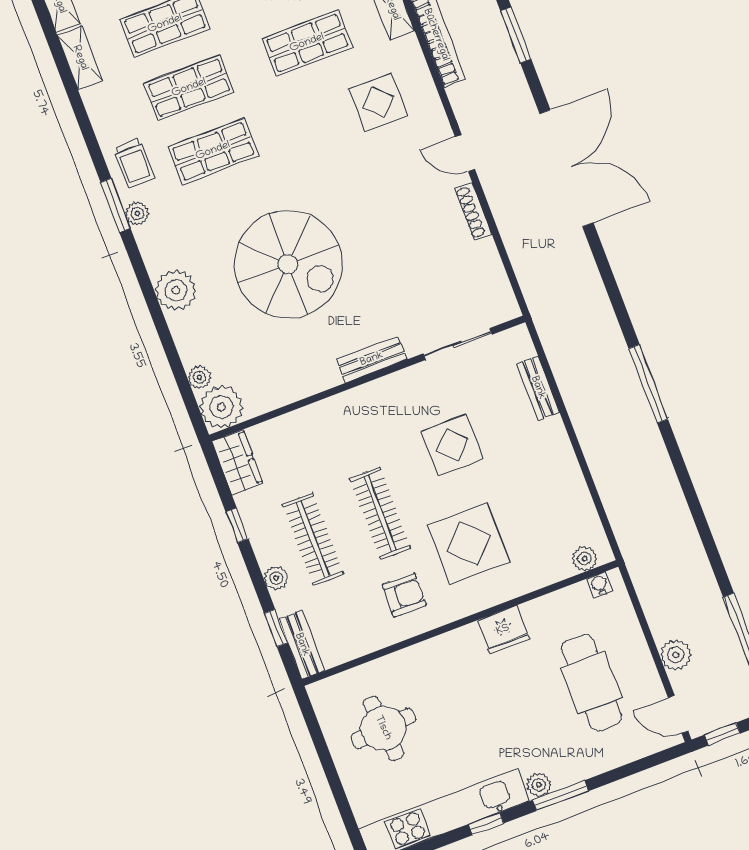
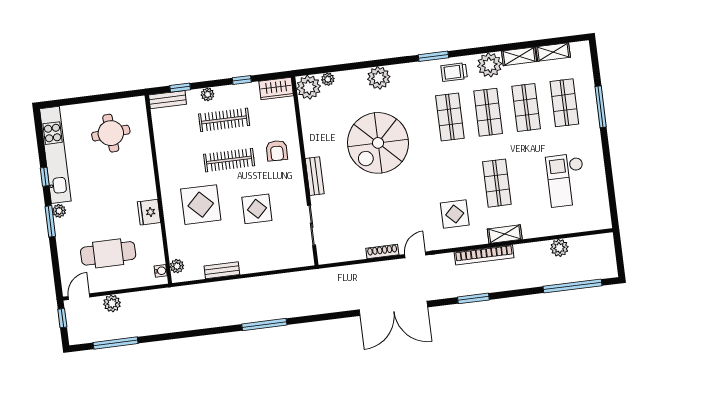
plant: (137, 213) -> (490, 65), moved, width x1.87, depth x1.87
bench: (538, 388) -> (222, 270), moved
armchair: (404, 595) -> (277, 151), moved

